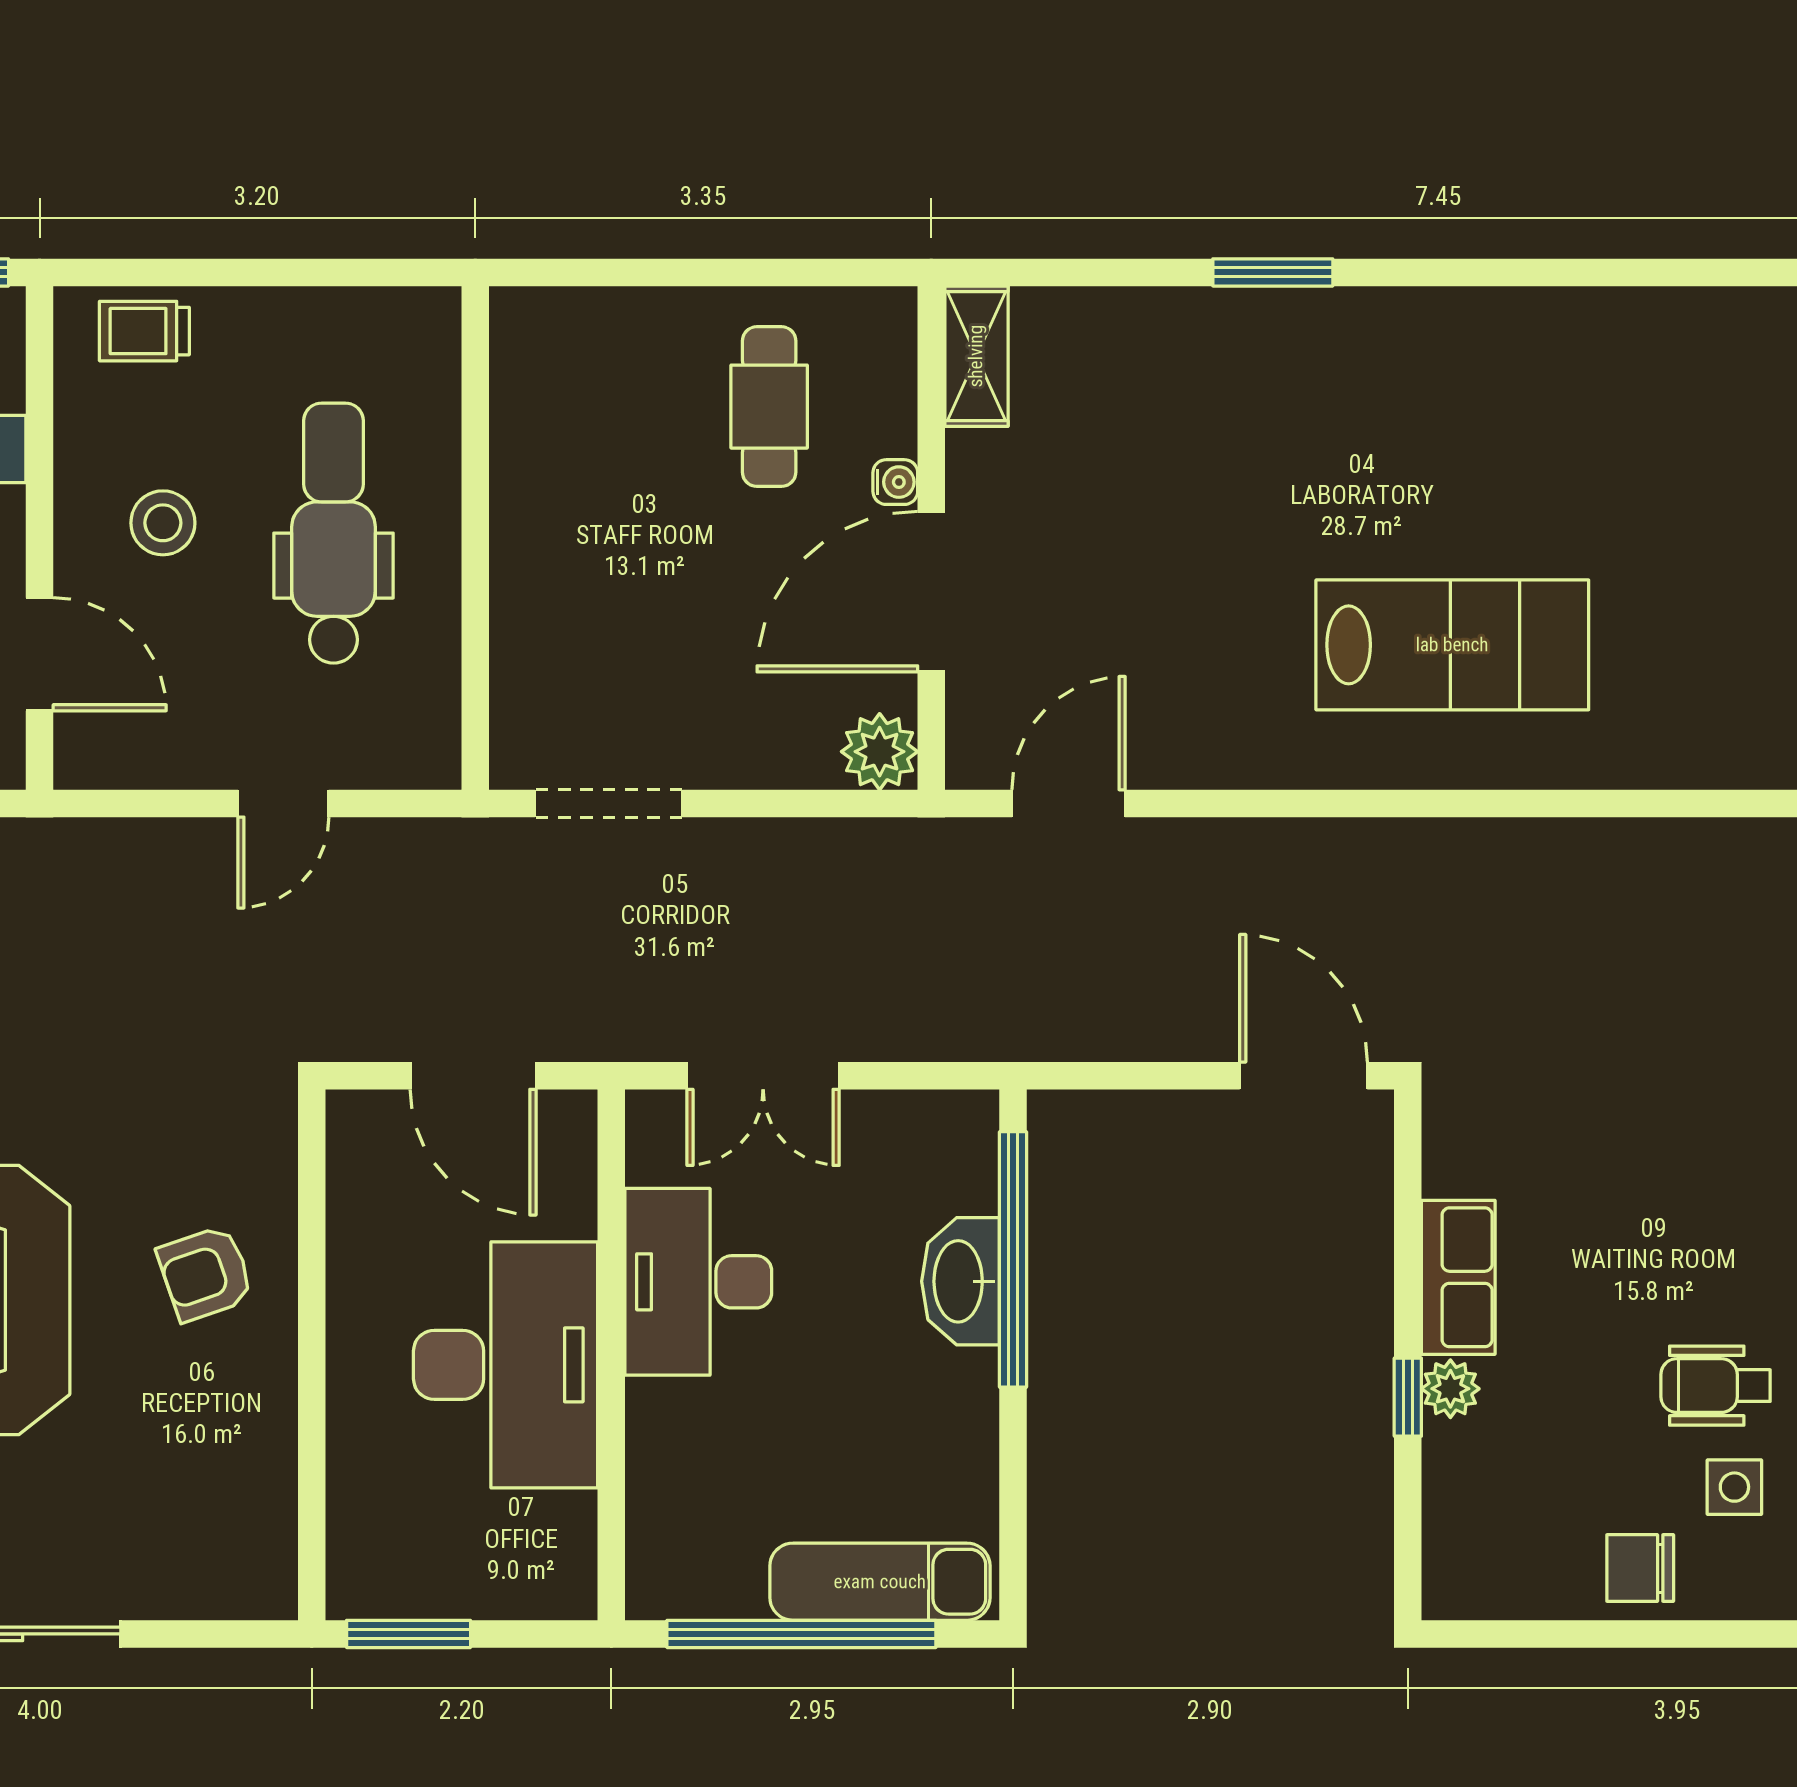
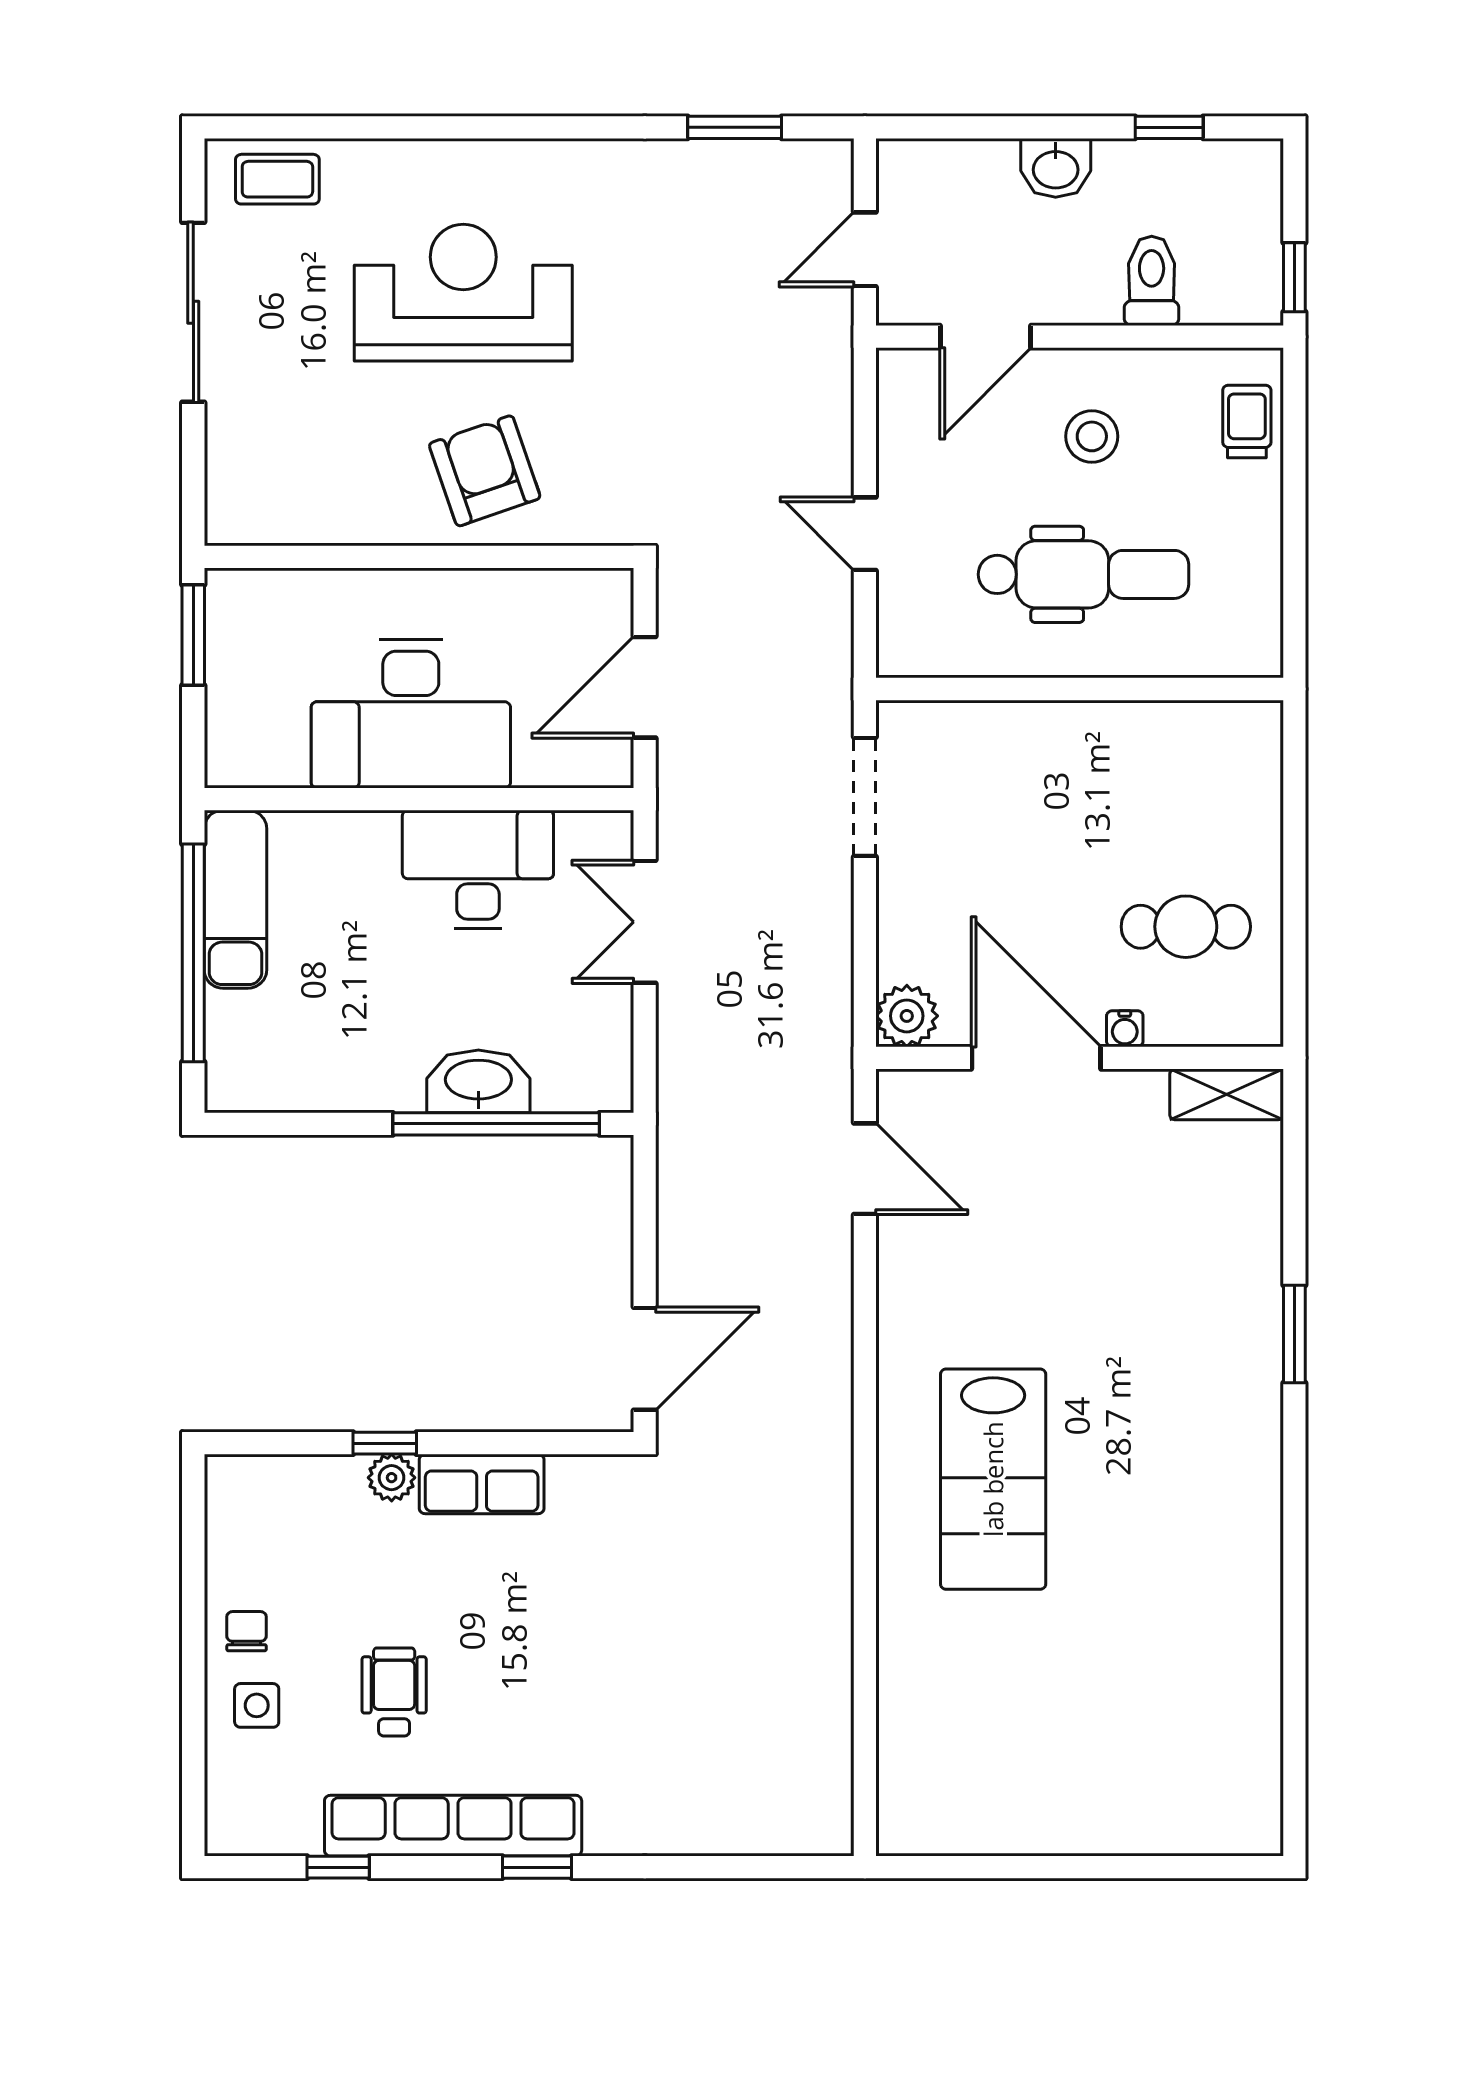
armchair: (205, 1273) -> (485, 471), width x1.38, depth x1.38
side table: (1734, 1487) -> (257, 1705), moved
chair: (1640, 1568) -> (247, 1631), width x0.73, depth x0.73
exam couch: (880, 1582) -> (235, 899), moved

